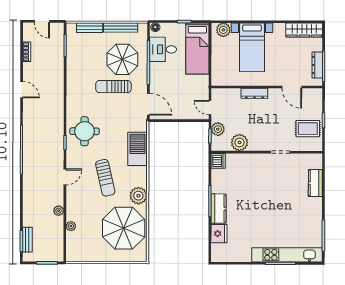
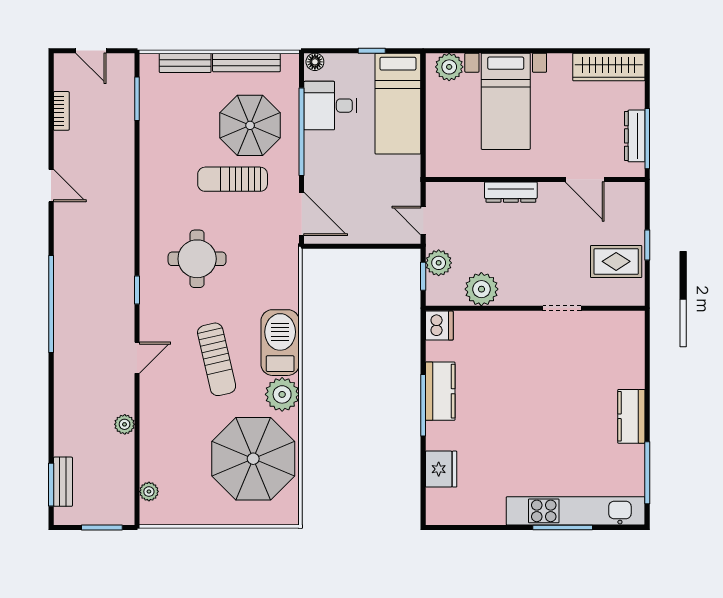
round table: (85, 131) -> (197, 259), moved
barbecue: (137, 149) -> (280, 343), moved
kitchen counter: (315, 183) -> (631, 416), moved
kitchen counter: (218, 209) -> (440, 391), moved
plant: (71, 226) -> (149, 492), moved

